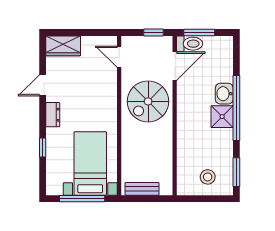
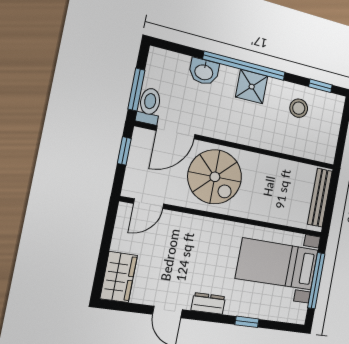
door: (175, 66) -> (176, 133), swing flipped
washbasin: (224, 94) -> (204, 72), moved
window: (236, 172) -> (320, 86), width x0.67
stool: (208, 177) -> (299, 108), moved
bench: (142, 189) -> (320, 198), width x1.36

